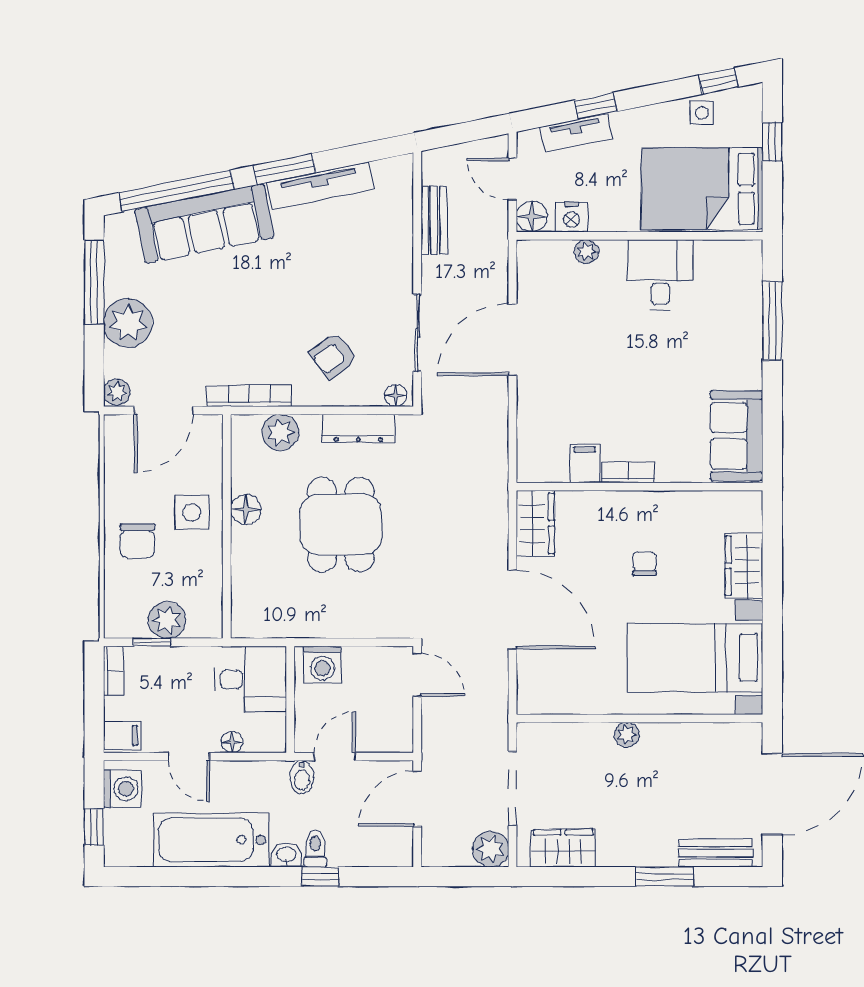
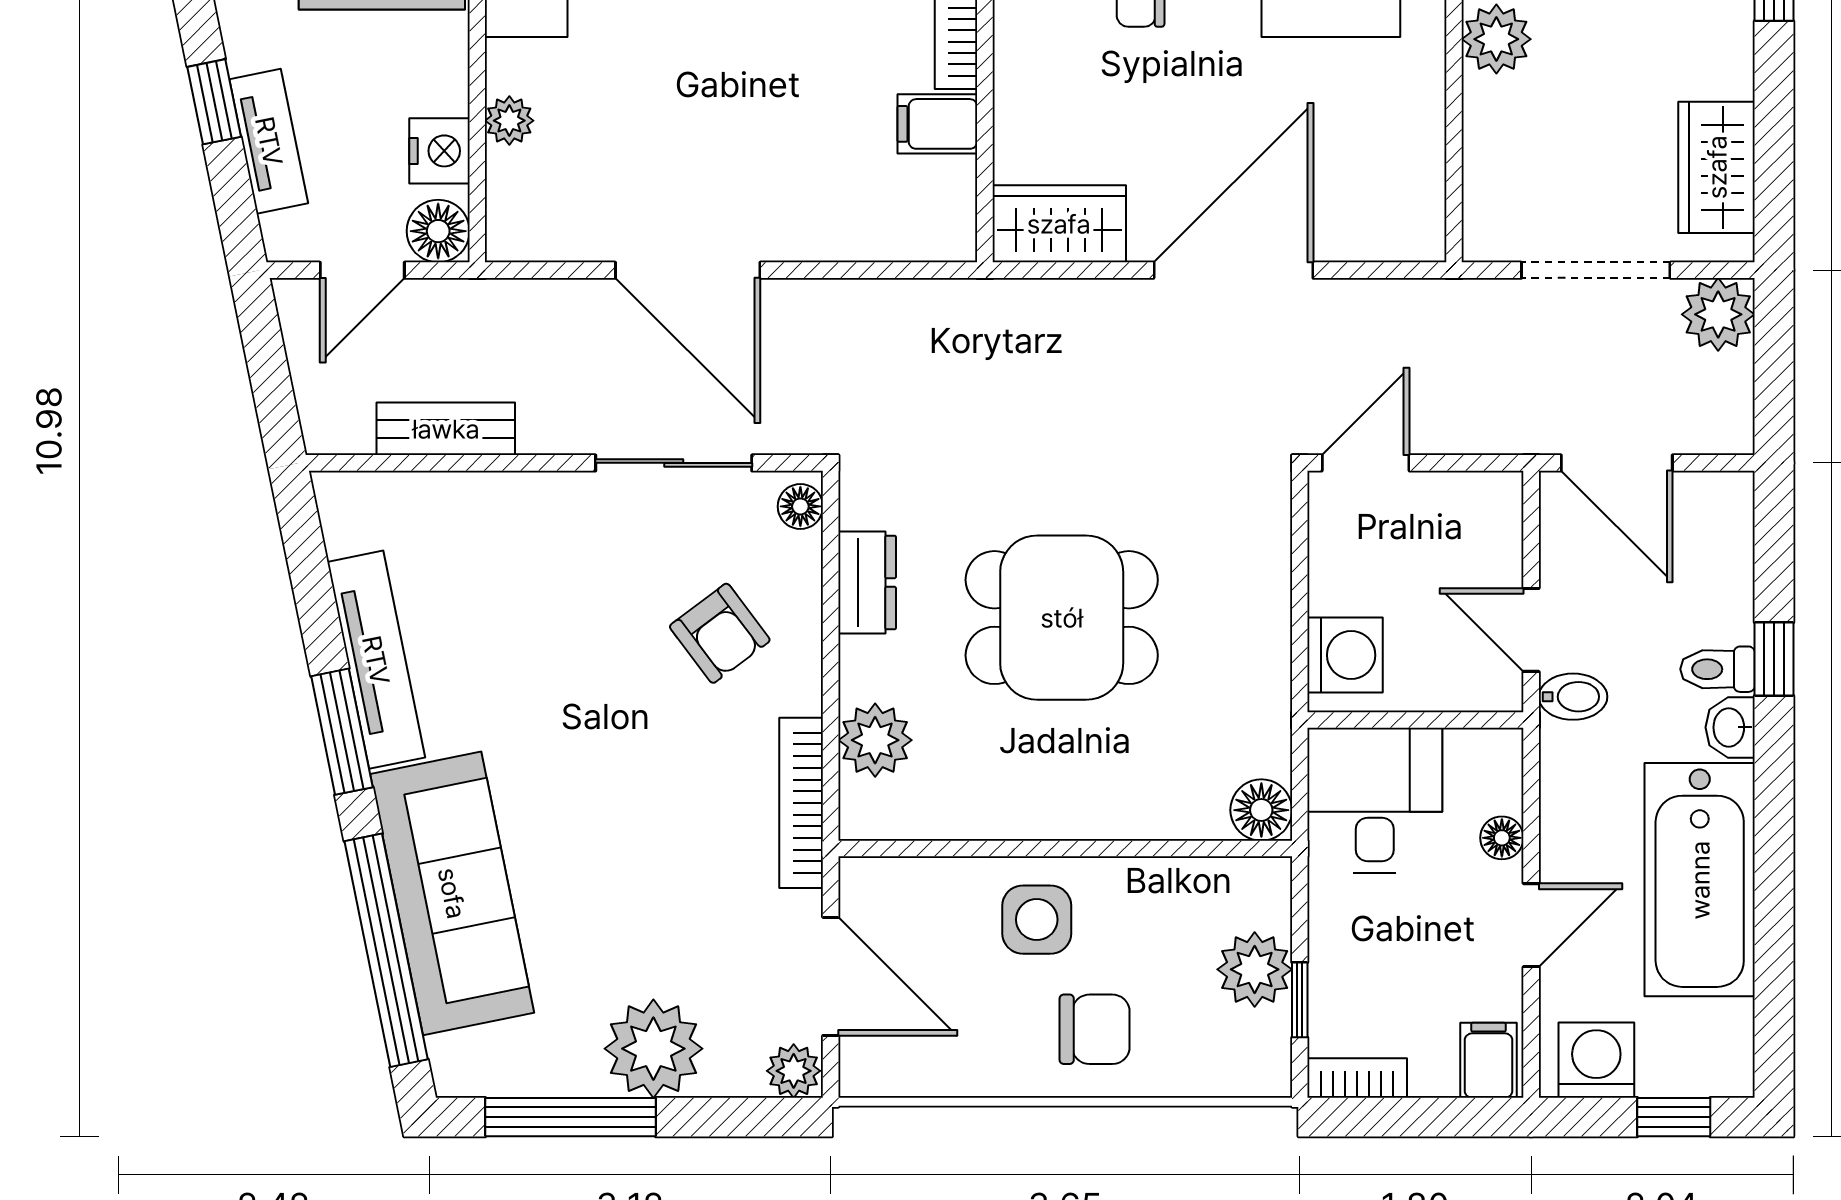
dresser: (358, 428) -> (867, 582), width x0.70
floor lamp: (246, 510) -> (1261, 810), moved
plant: (627, 735) -> (1496, 39), width x1.38, depth x1.38

